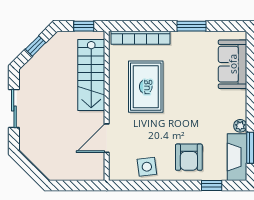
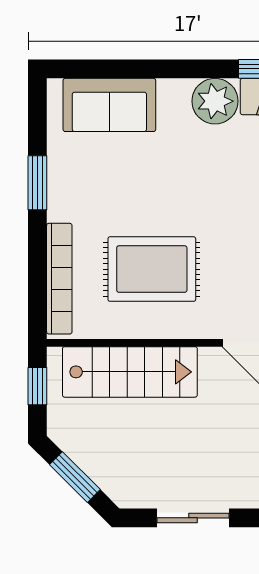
window: (36, 46) -> (75, 477), width x1.50
plant: (240, 126) -> (215, 101), width x1.88, depth x1.88

